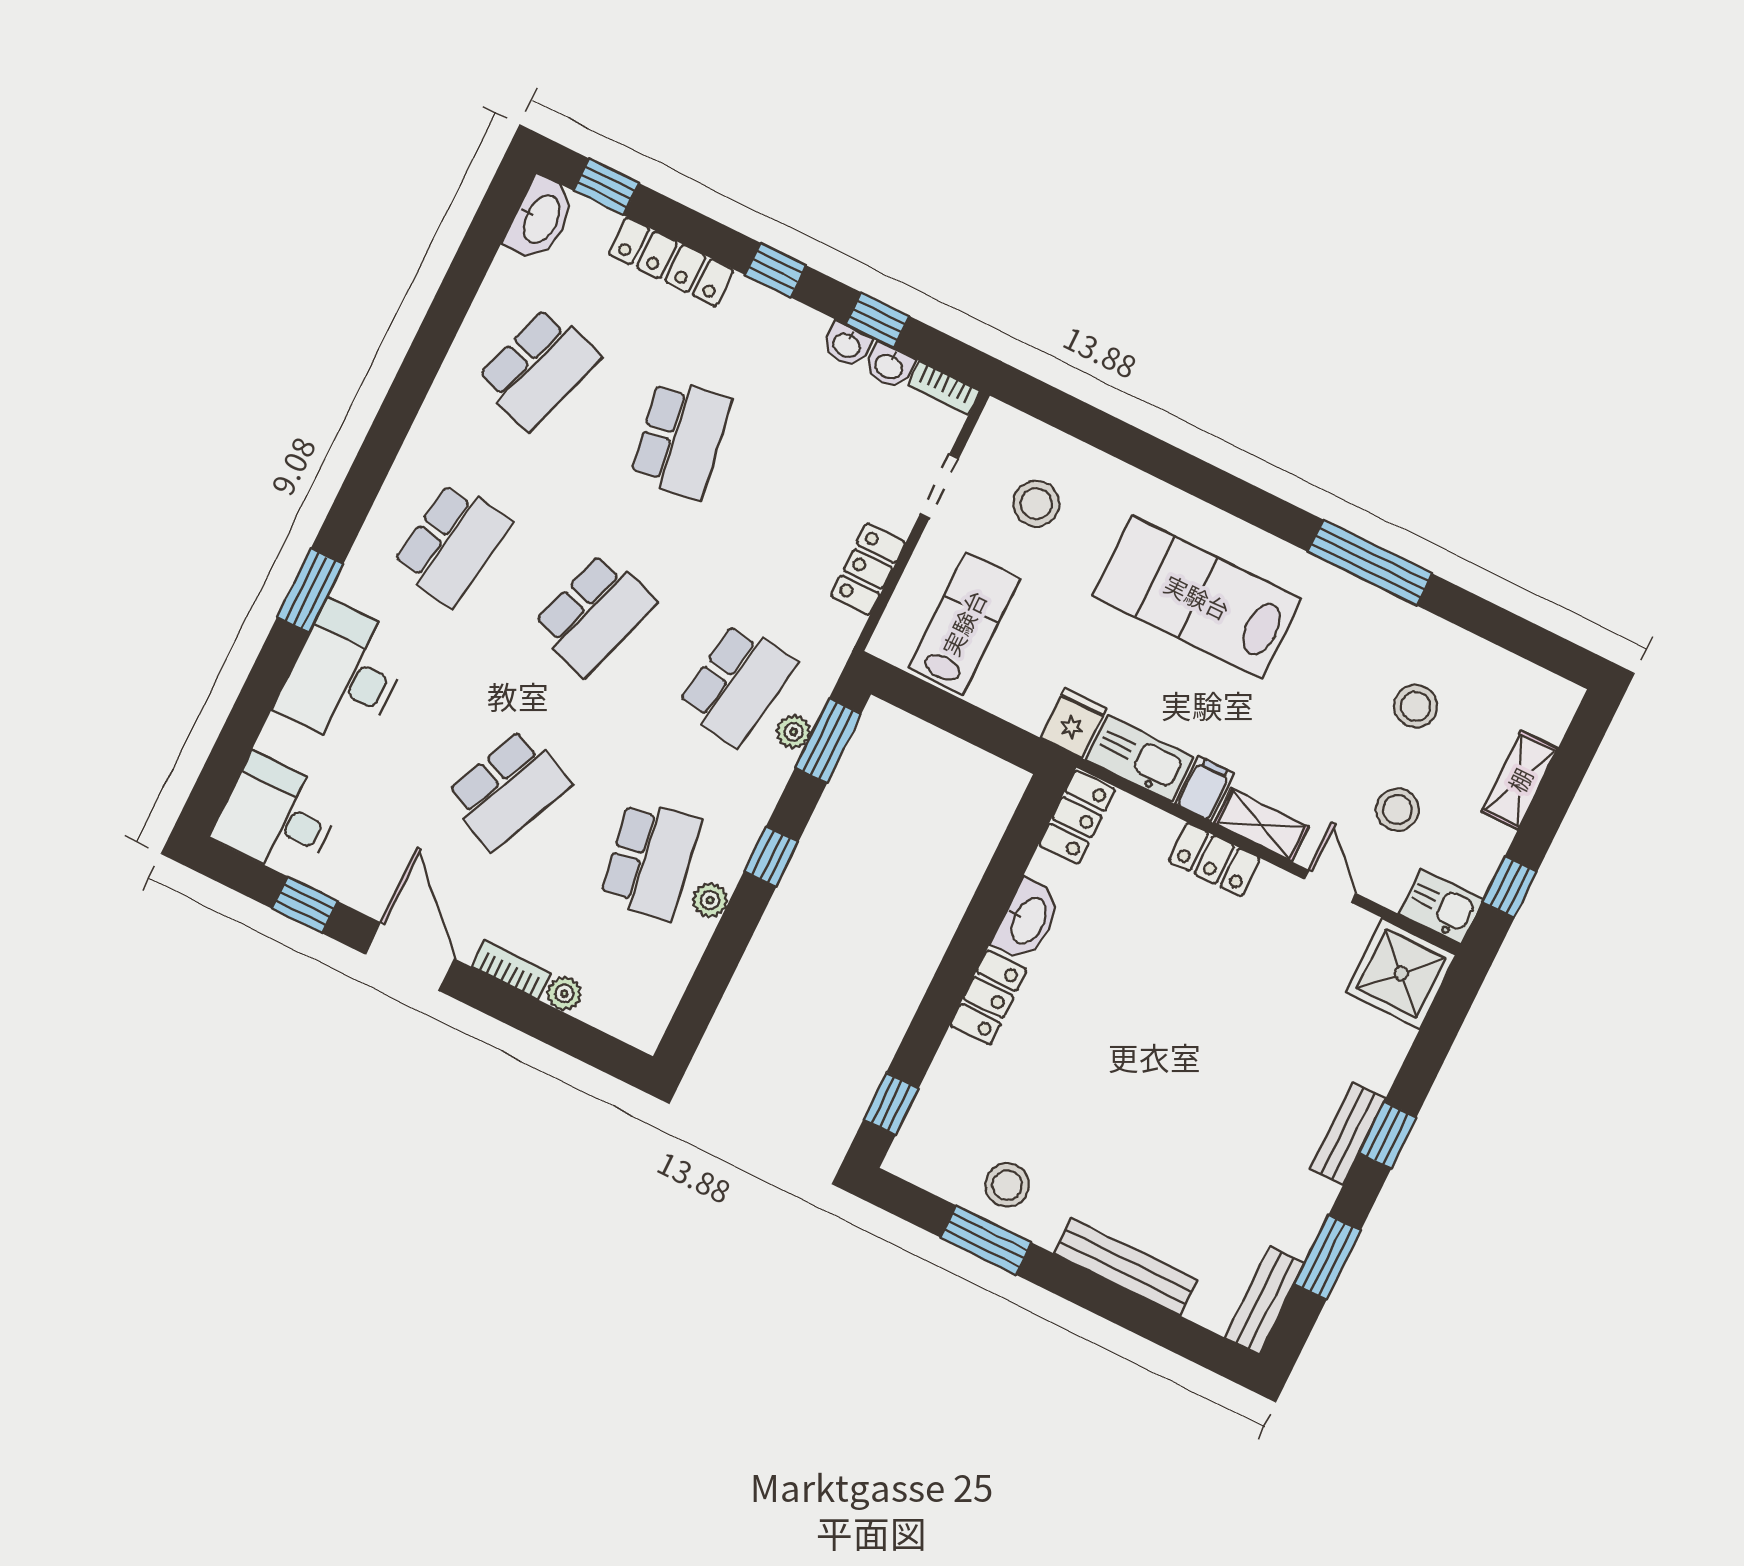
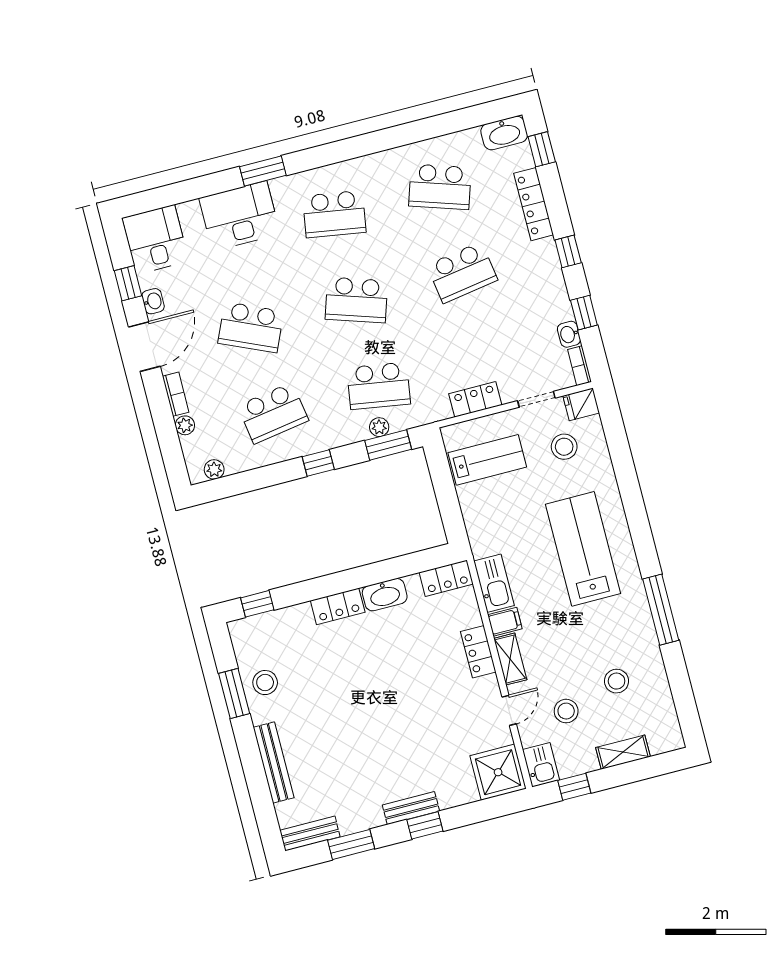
washbasin: (847, 345) -> (153, 301), moved, turned 180
fridge: (1074, 723) -> (581, 404), moved, turned 180
plant: (710, 900) -> (214, 469), moved

